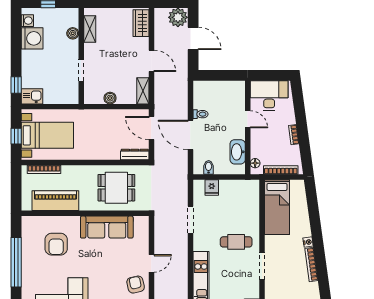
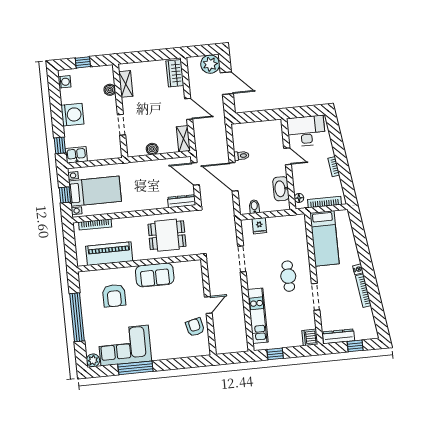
washing machine: (32, 38) -> (72, 115), moved
sofa: (107, 227) -> (155, 275), width x0.73
cafe table: (236, 242) -> (288, 276), turned 90

